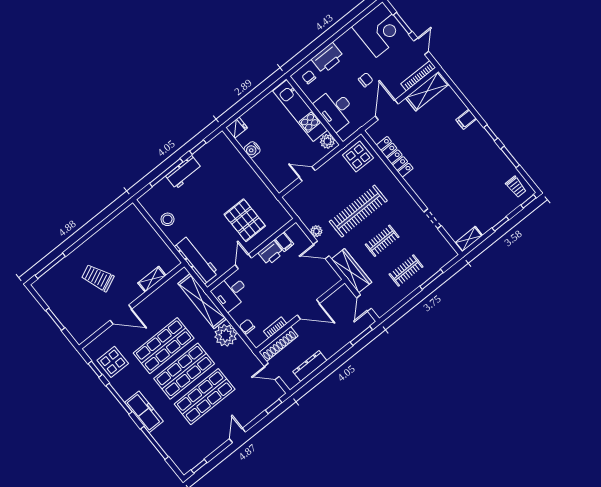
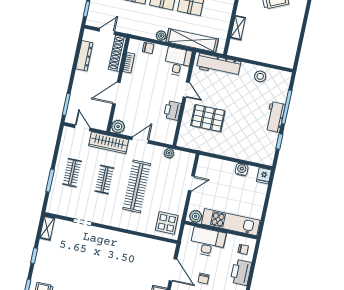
locker: (395, 157) -> (142, 243), removed
plant: (316, 231) -> (169, 153), moved
filing cabinet: (284, 242) -> (170, 125), removed
plant: (331, 278) -> (118, 127), added
plant: (226, 335) -> (161, 36), width x0.53, depth x0.53

